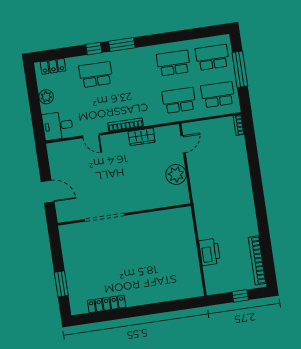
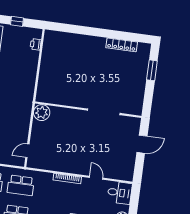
wardrobe: (142, 137) -> (58, 166), removed
plant: (176, 174) -> (42, 113), moved
door: (48, 192) -> (142, 144), swing flipped
printer: (210, 252) -> (36, 44), moved, width x0.53, depth x0.68

